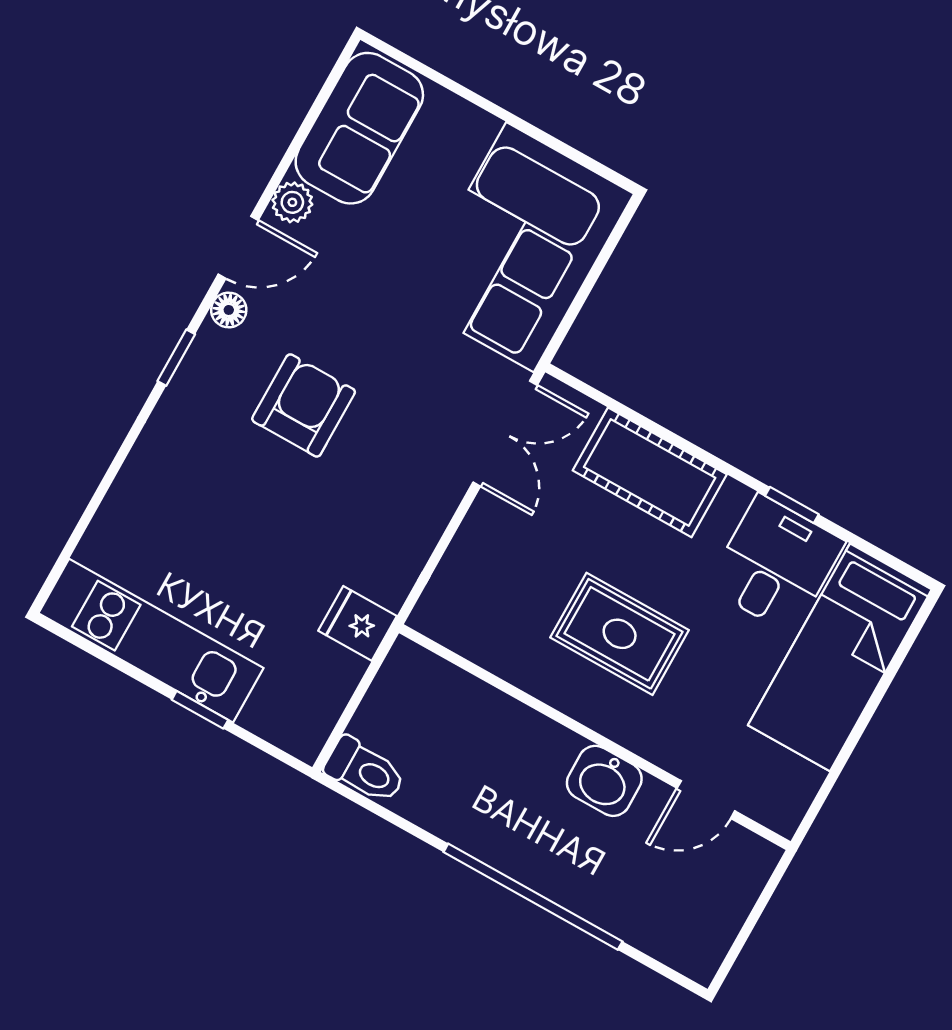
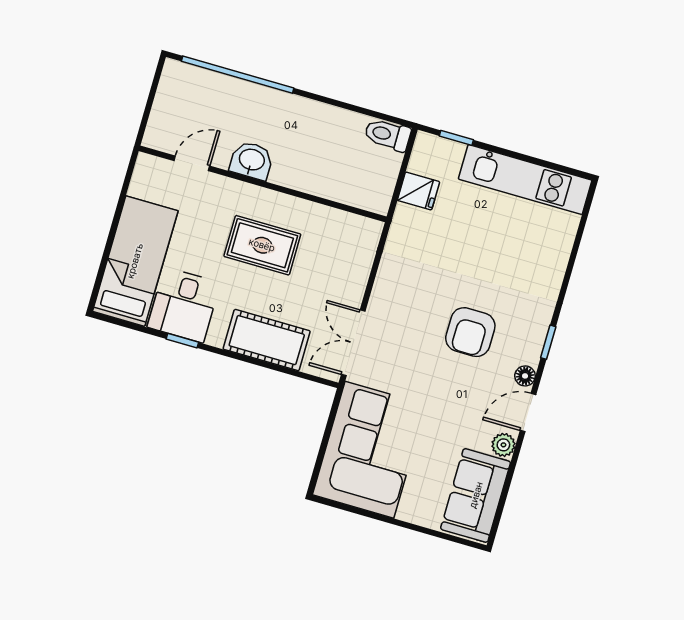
fridge: (358, 623) -> (419, 191), moved
window: (200, 710) -> (456, 138), moved
window: (533, 897) -> (238, 75), moved

